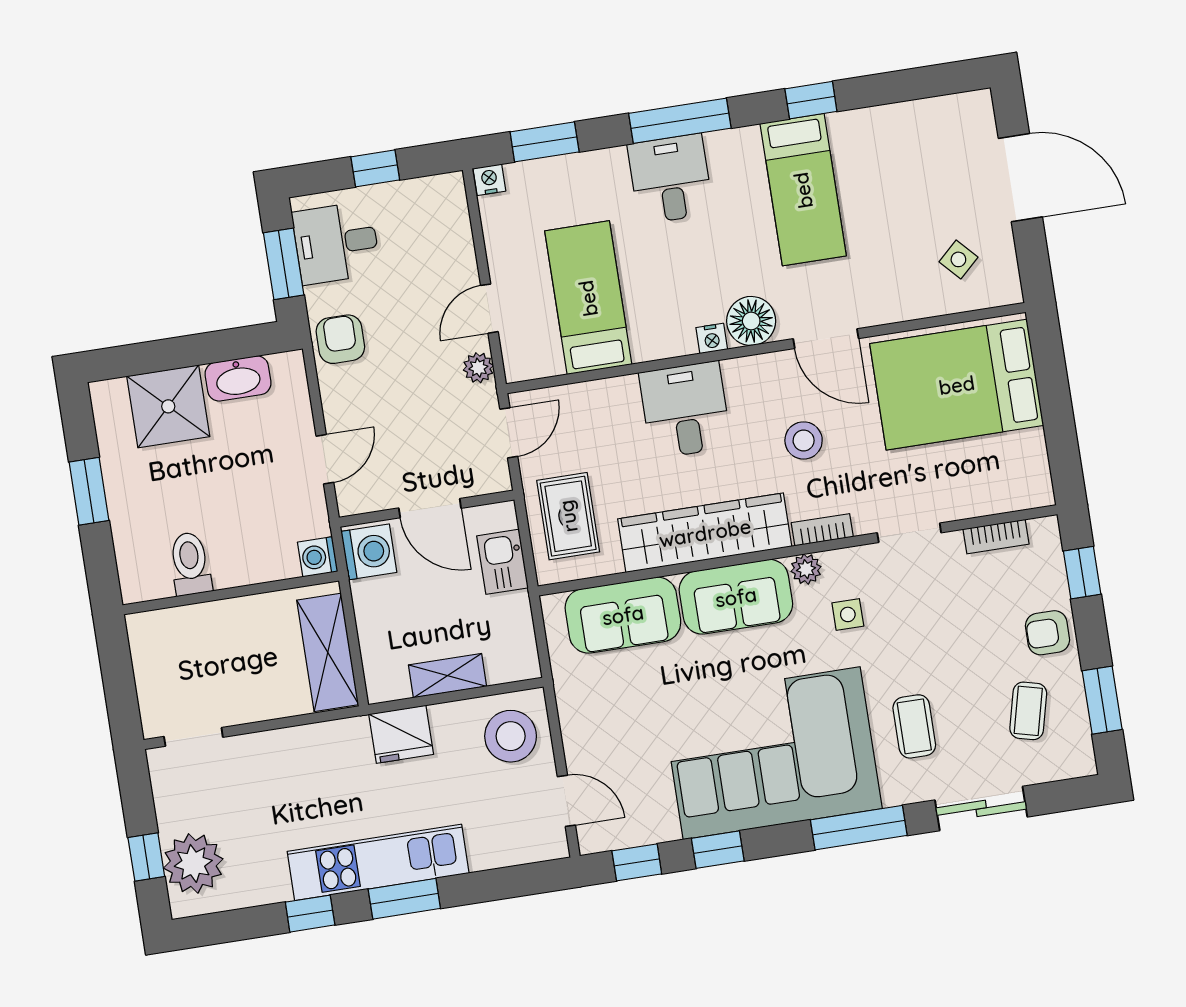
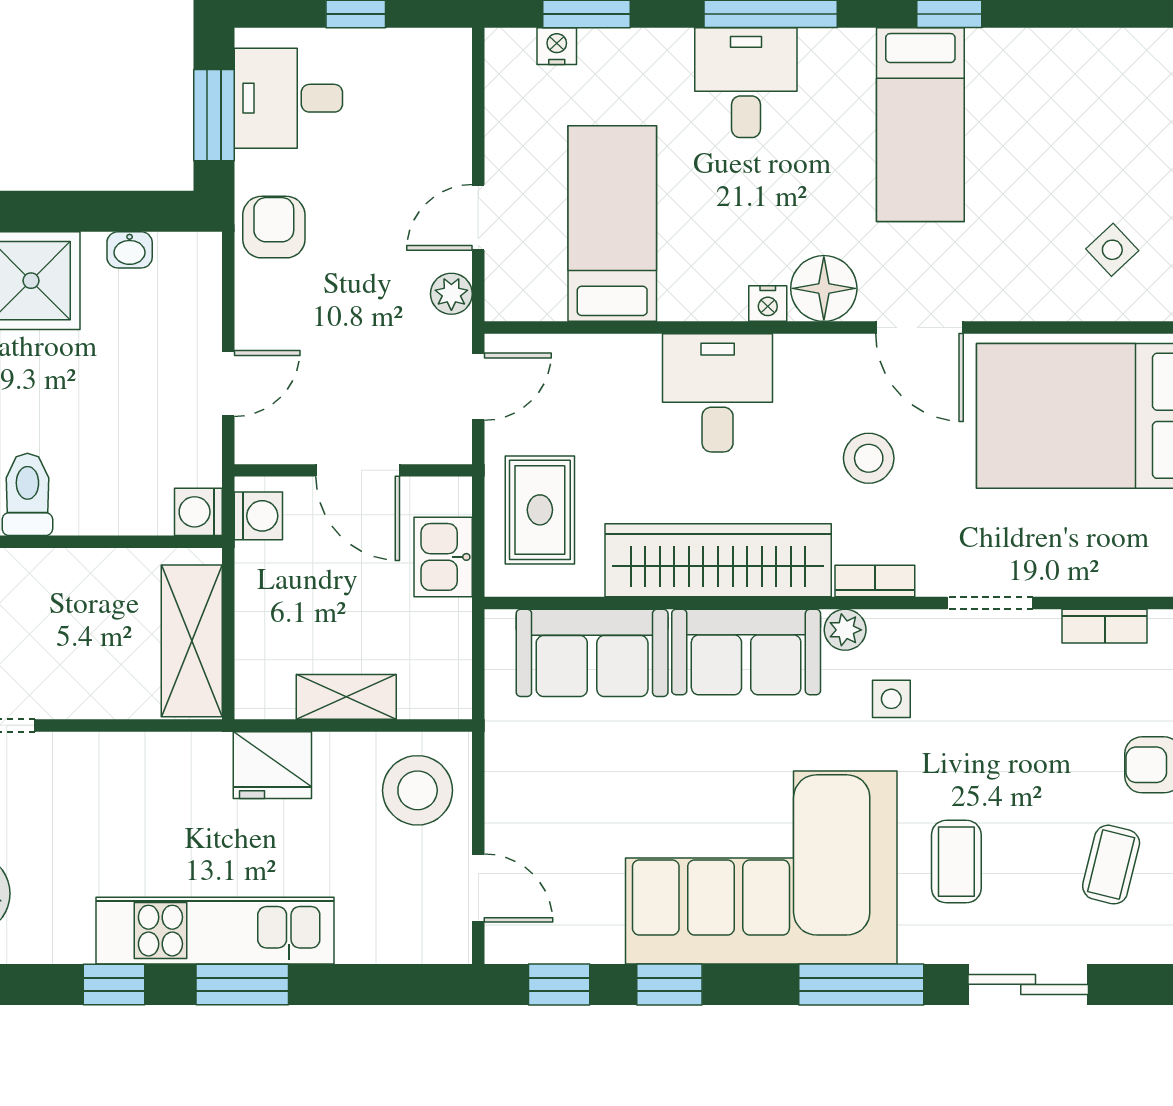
nightstand: (489, 180) -> (557, 46), moved
washbasin: (238, 378) -> (130, 250), width x0.52, depth x0.69
washing machine: (369, 552) -> (258, 516), width x0.73, depth x0.73

